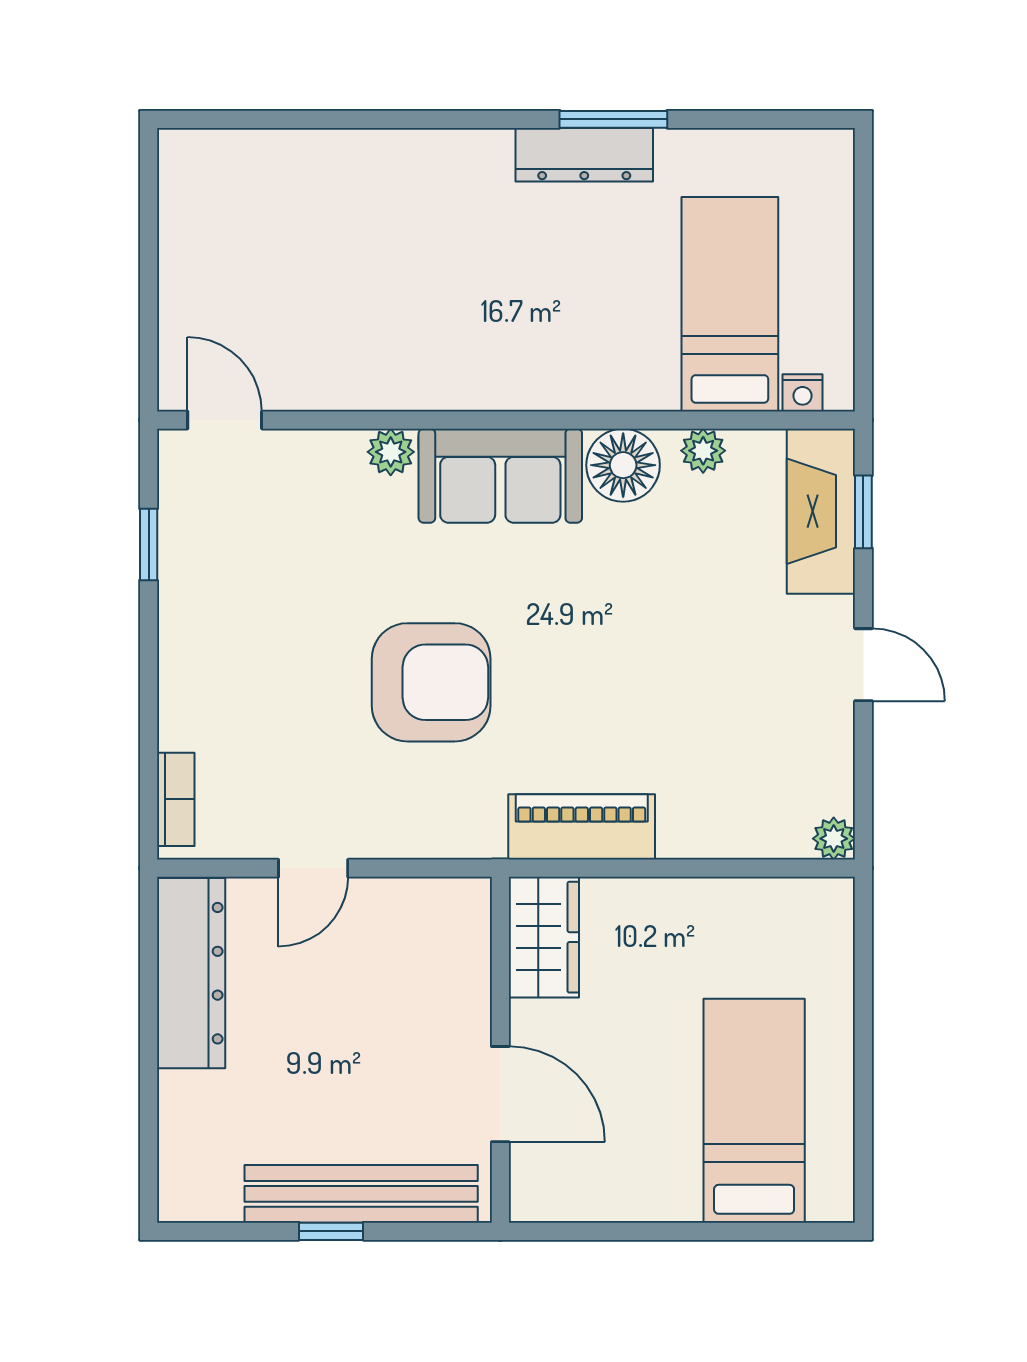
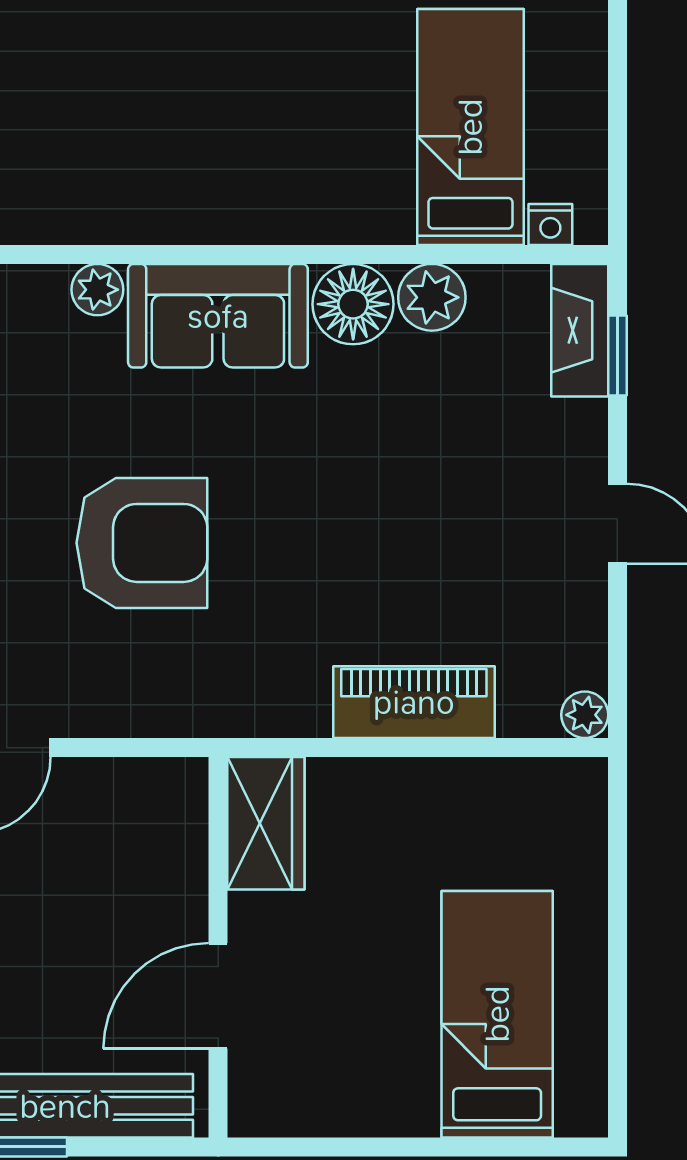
plant: (703, 451) -> (432, 297), width x1.38, depth x1.38
fireplace: (821, 511) -> (580, 330), width x0.73, depth x0.76
piano: (582, 827) -> (414, 702), moved
door: (500, 1094) -> (218, 996), swing flipped

